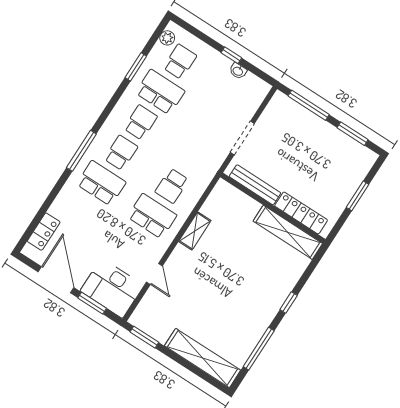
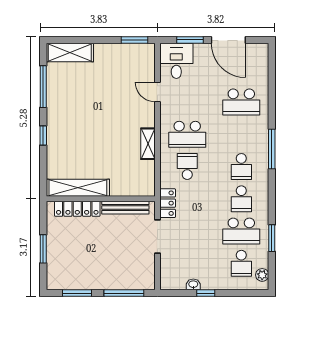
school desk: (101, 183) -> (241, 102), moved
locker: (44, 232) -> (168, 203), moved, turned 180
desk: (112, 288) -> (176, 61), width x0.73
shelving: (203, 358) -> (70, 52), width x0.68

